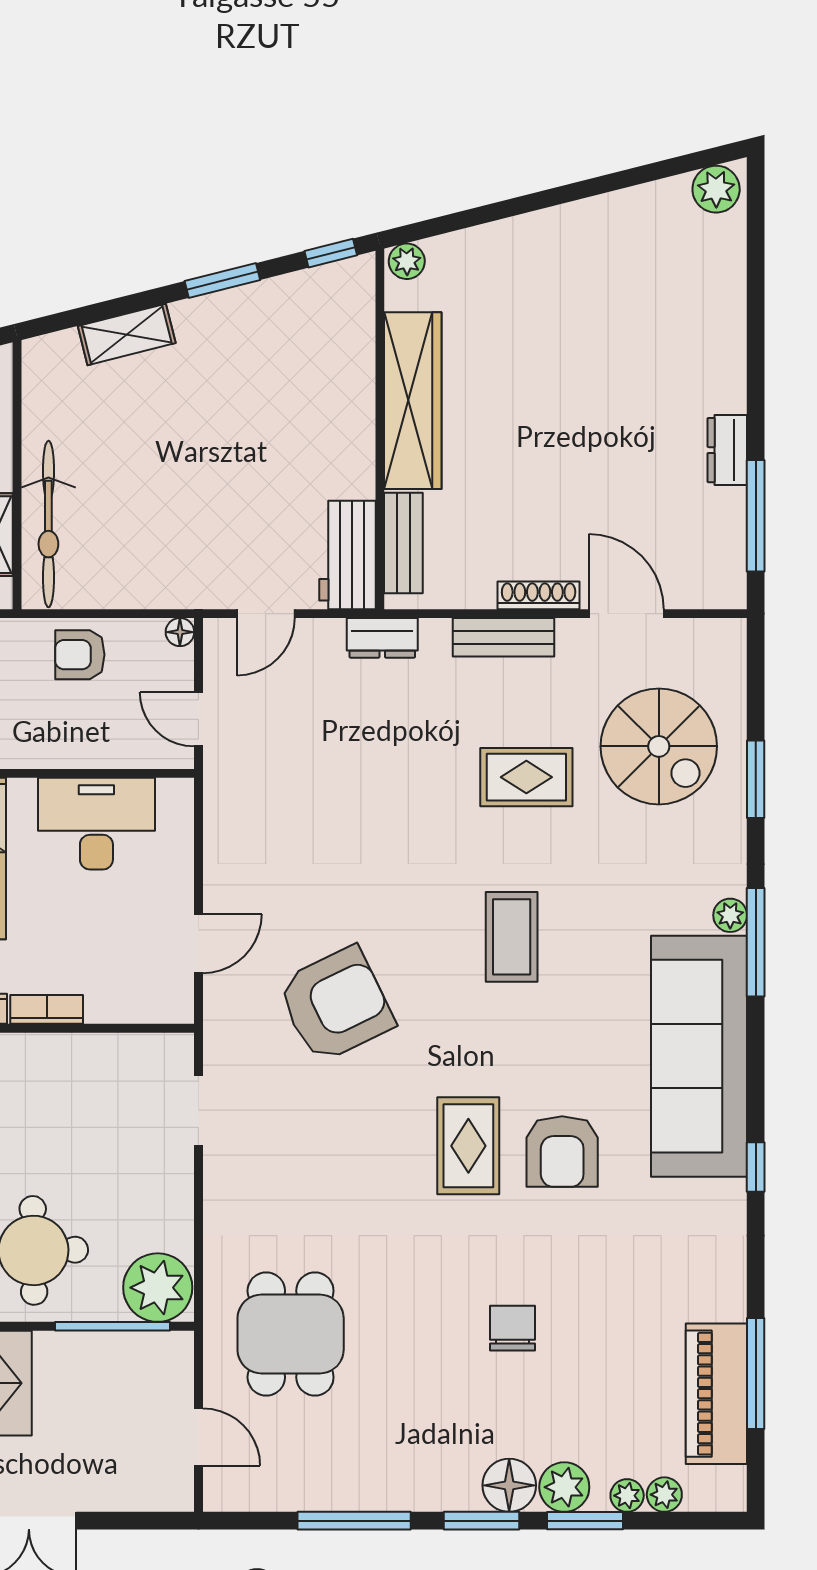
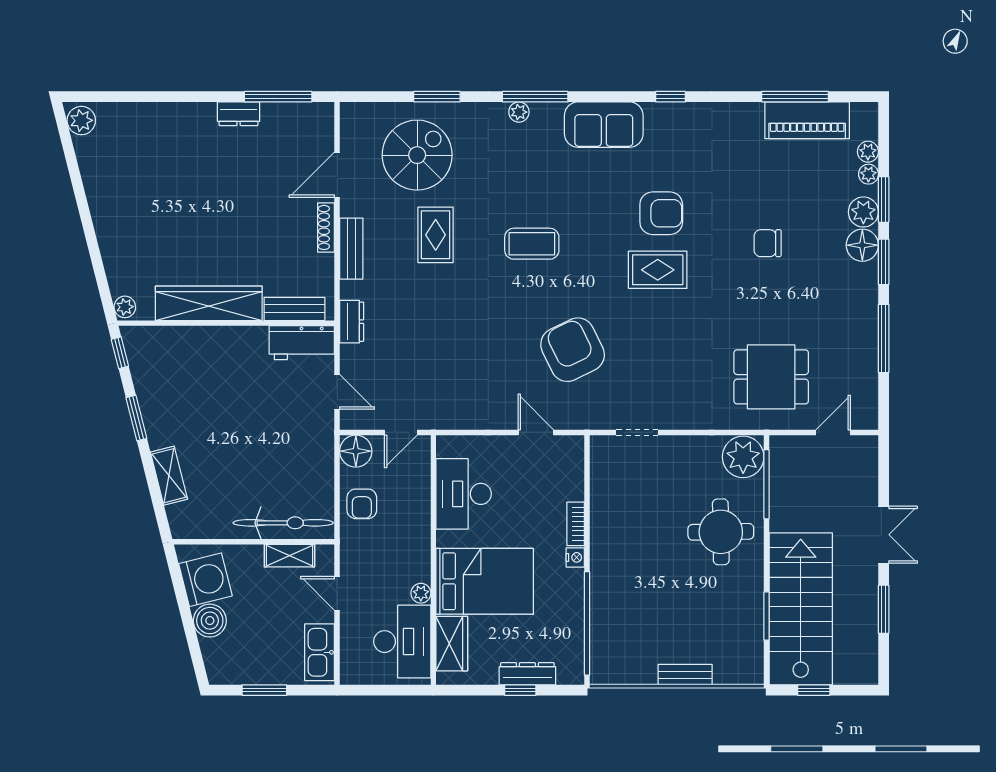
floor lamp: (180, 632) -> (356, 451), width x1.89, depth x1.89
sofa: (699, 1056) -> (604, 125), width x0.54, depth x0.79

